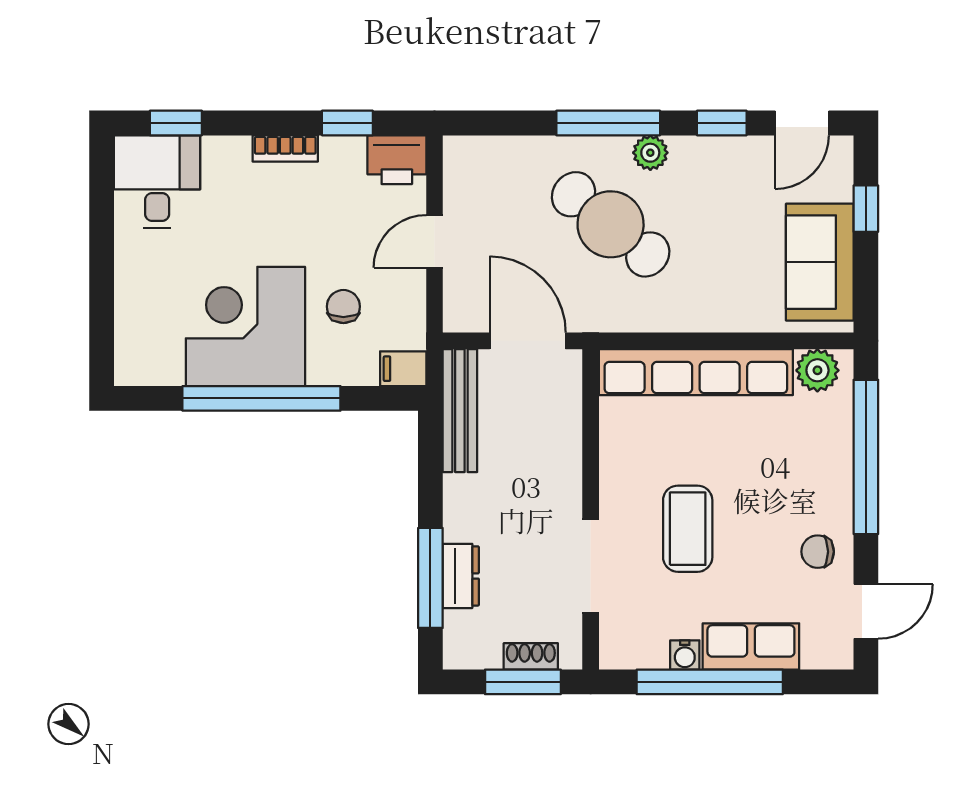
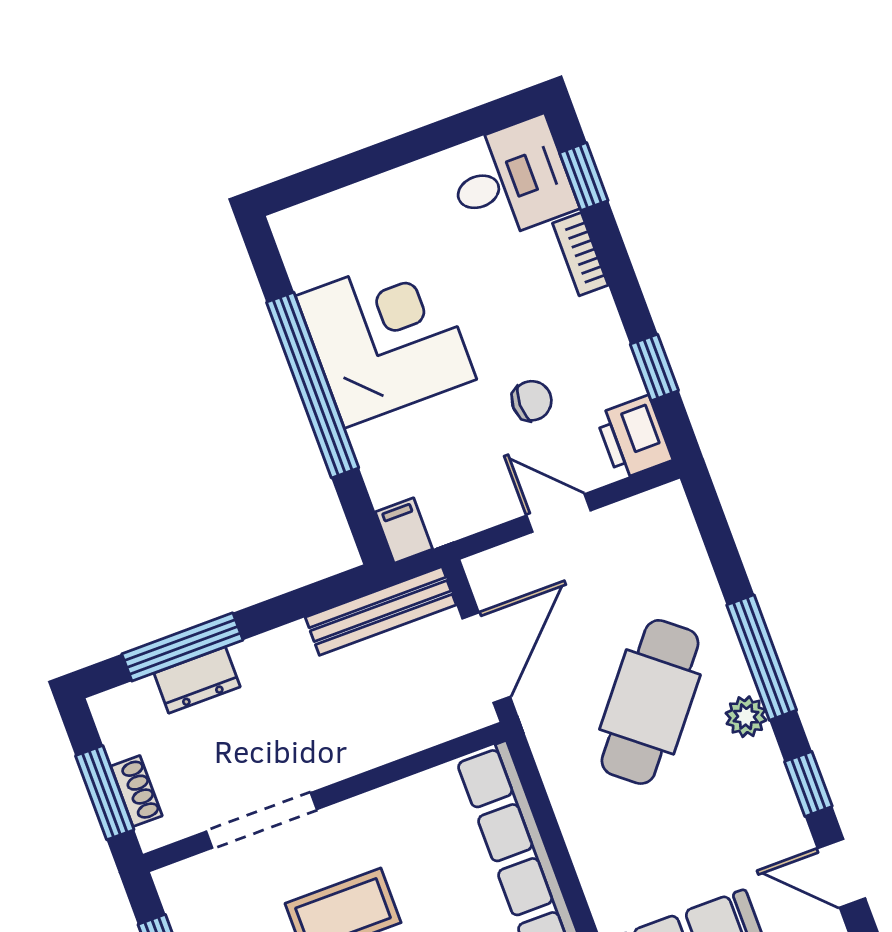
bookcase: (285, 148) -> (580, 254), moved
chair: (343, 307) -> (532, 401), moved

